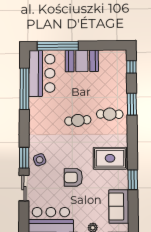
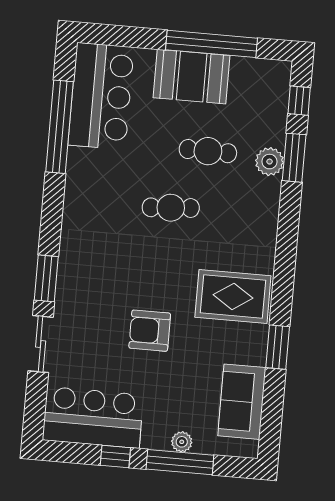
window: (58, 46) -> (211, 44), moved
plant: (121, 95) -> (270, 162), added
window: (132, 104) -> (294, 158), moved
cafe table: (110, 114) -> (208, 151), moved
side table: (40, 160) -> (80, 286), removed

